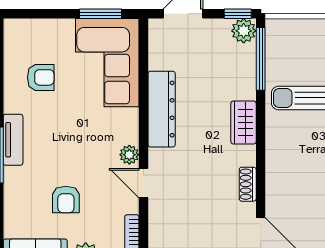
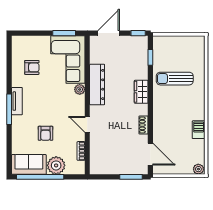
plant: (244, 31) -> (141, 42), removed
window: (261, 59) -> (150, 57), width x0.46
plant: (129, 155) -> (80, 89), moved

